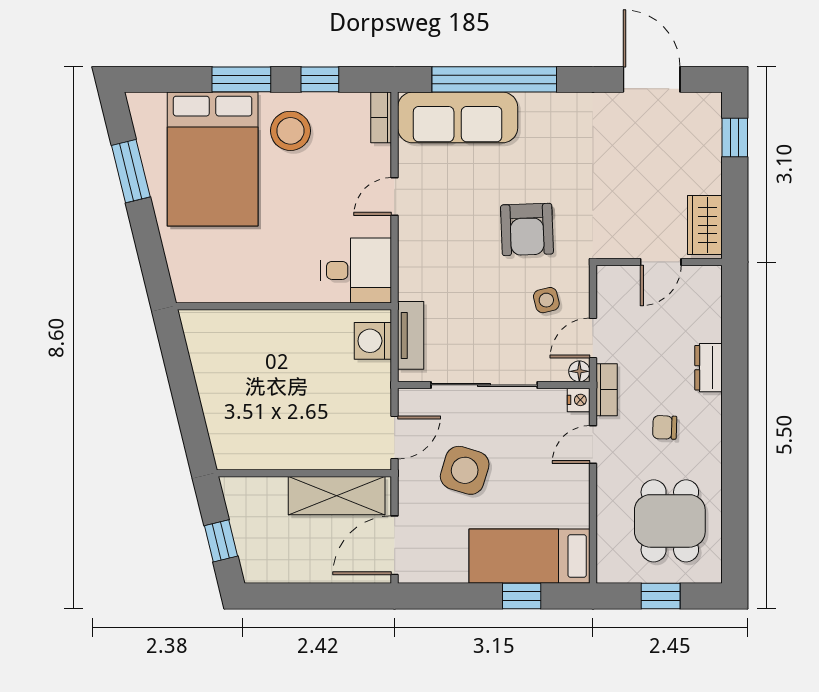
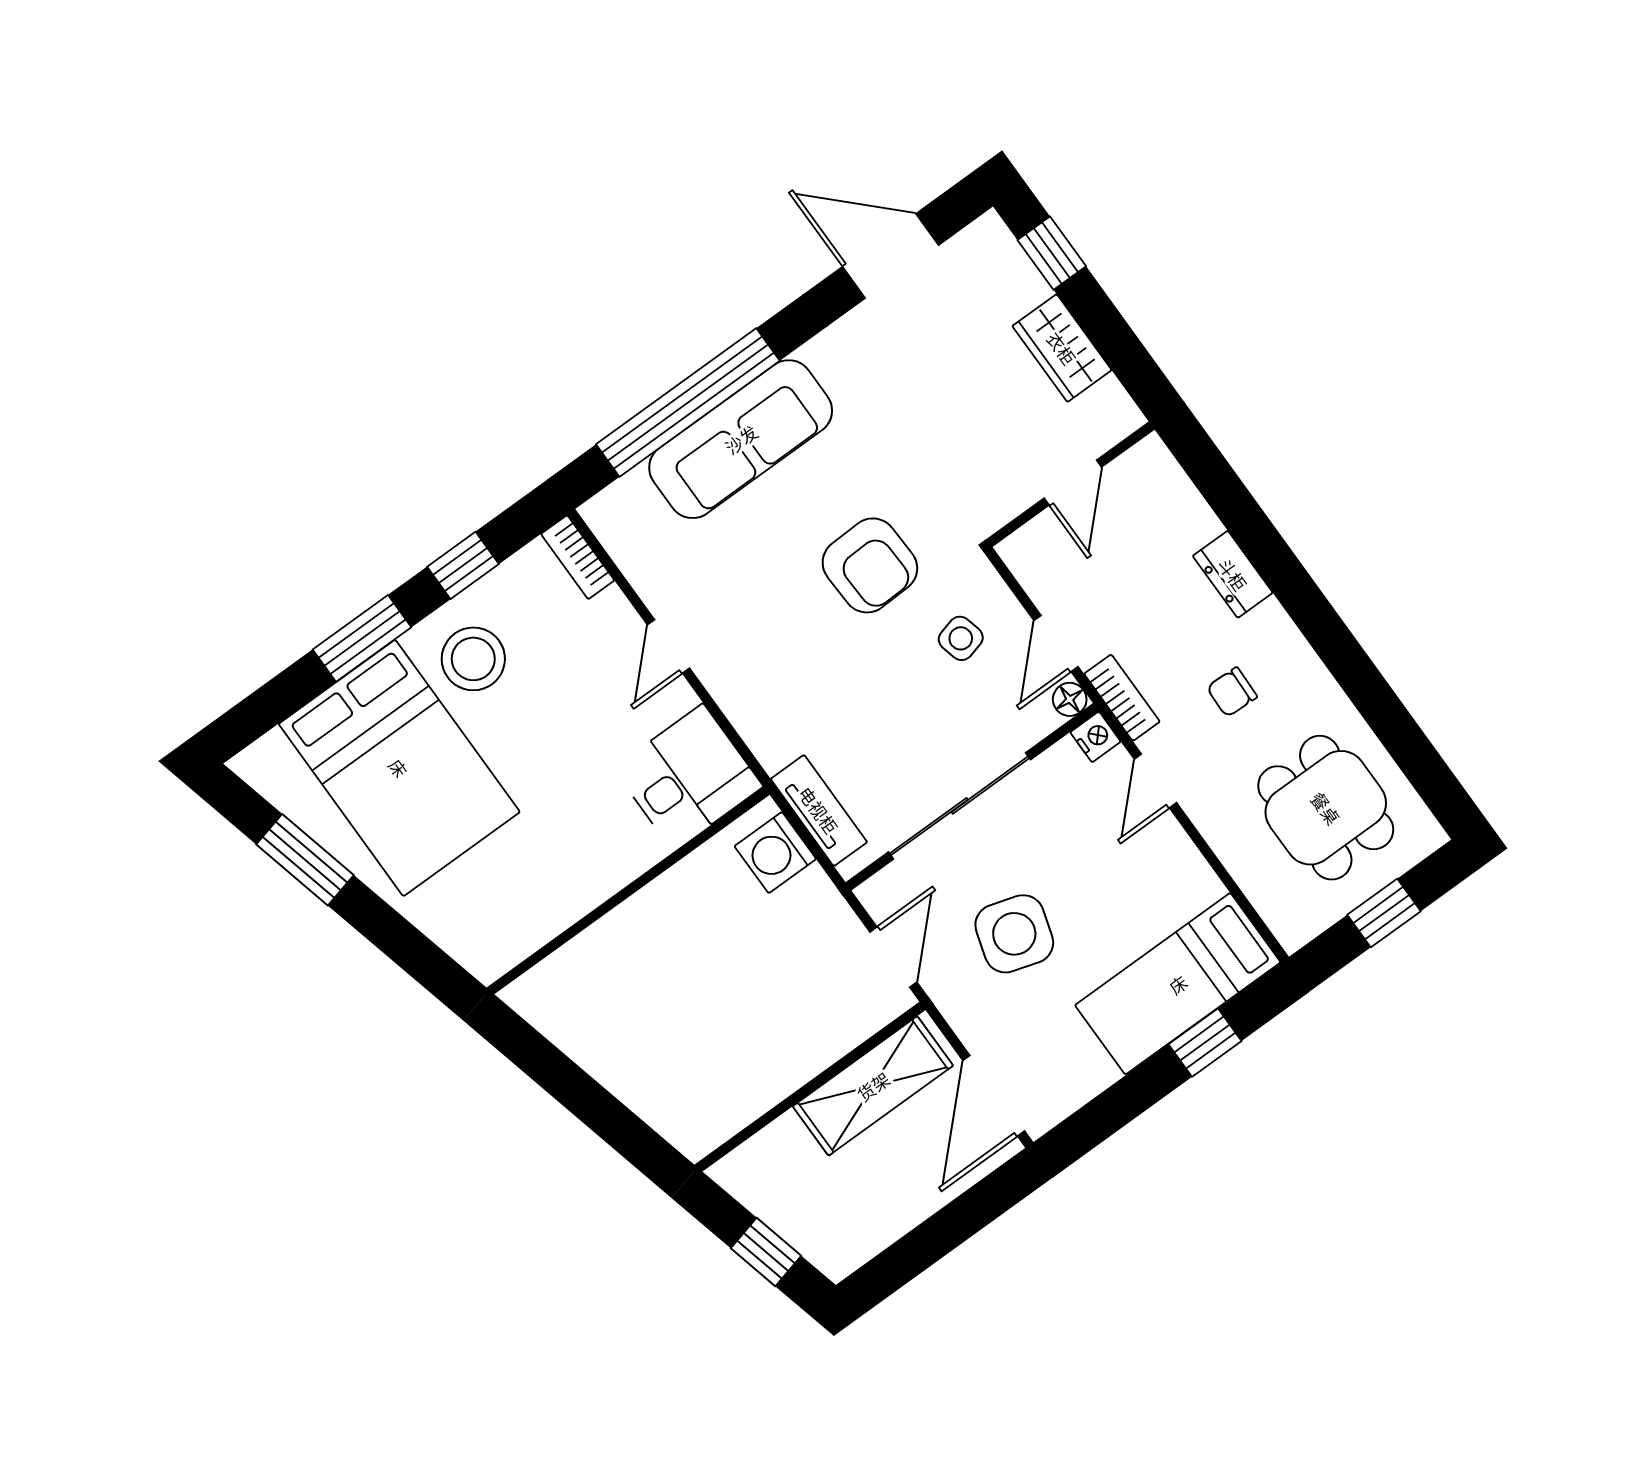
sofa: (458, 117) -> (741, 439), moved
wardrobe: (705, 225) -> (1062, 348), moved

